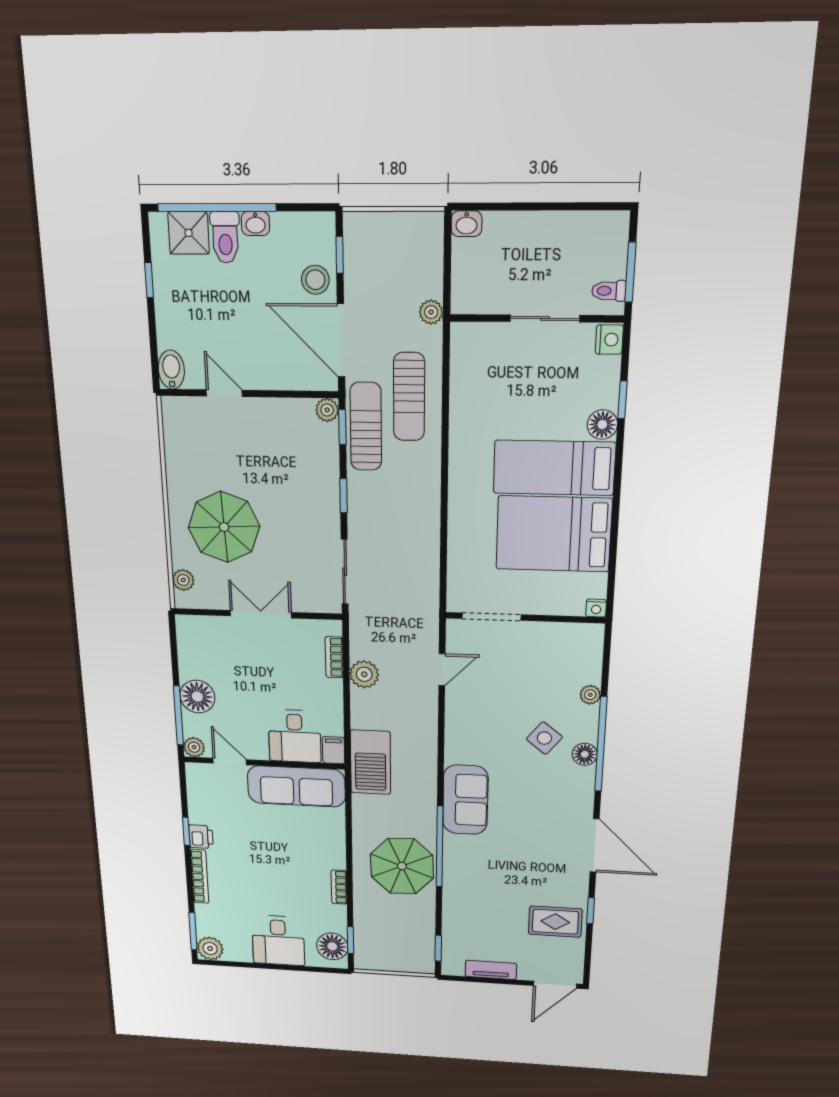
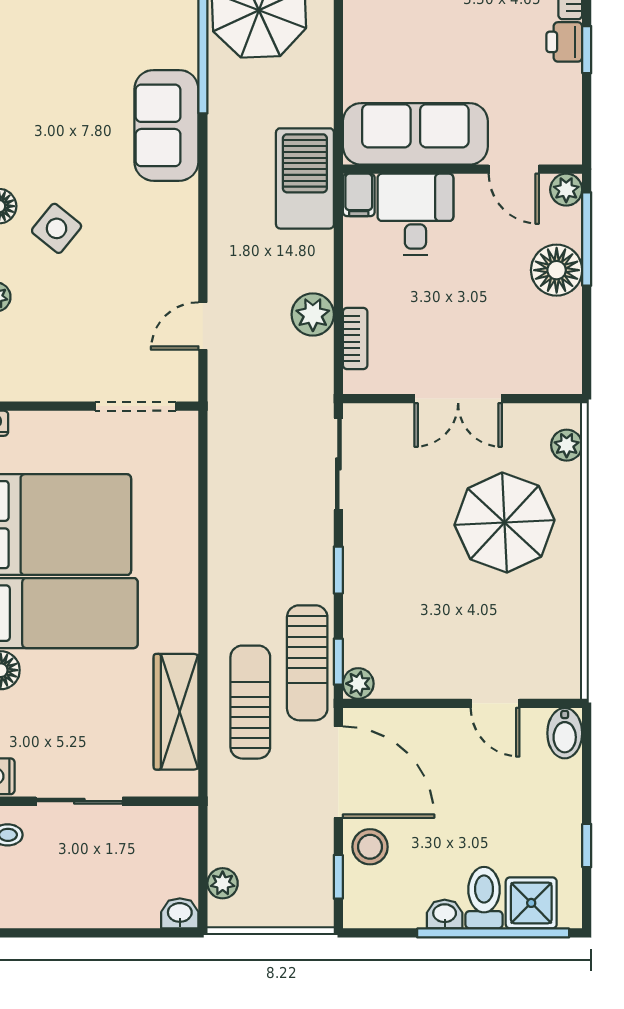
plant: (431, 312) -> (223, 883), moved
wardrobe: (466, 390) -> (176, 712), added

